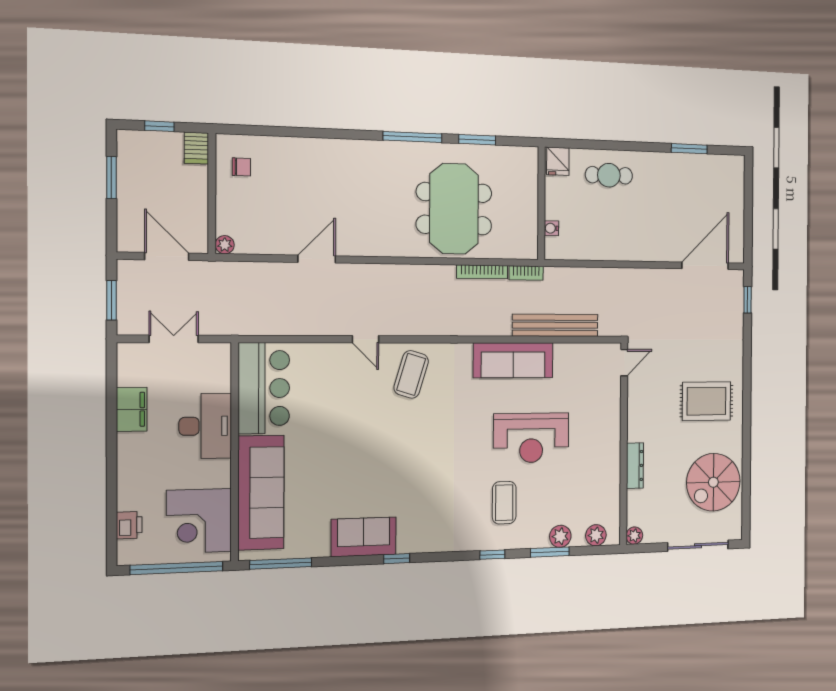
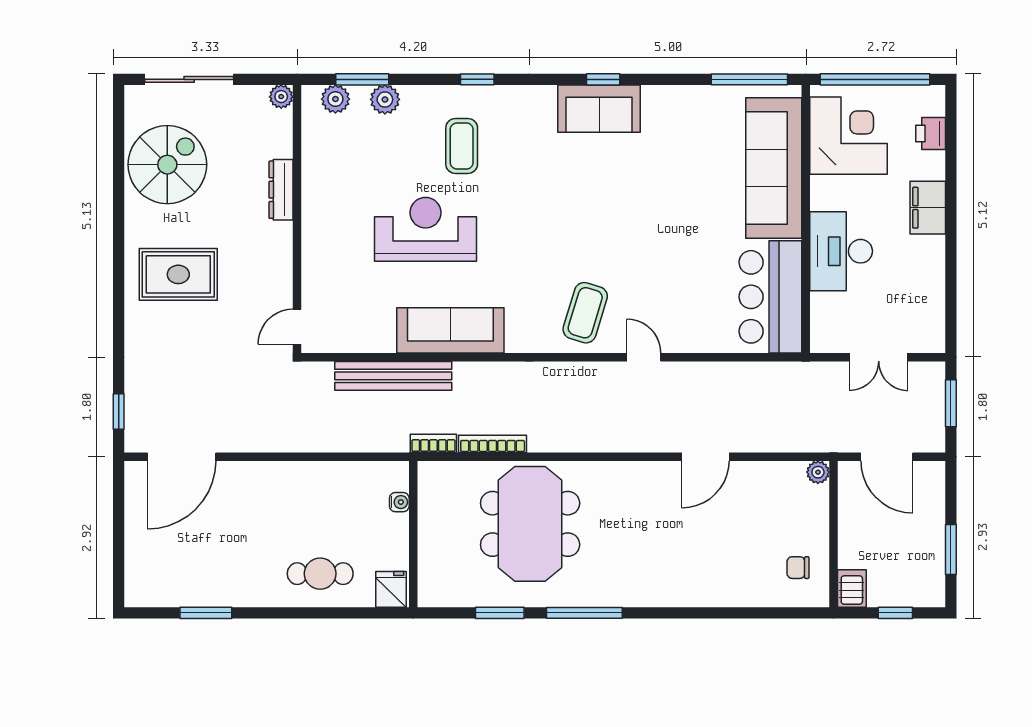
filing cabinet: (132, 409) -> (928, 208), moved
sofa: (364, 537) -> (599, 109), moved
window: (550, 552) -> (362, 79), moved

